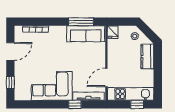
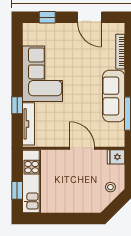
sofa: (86, 34) -> (114, 96), moved
kitchen counter: (147, 57) -> (83, 204), removed
door: (106, 77) -> (82, 148), moved

